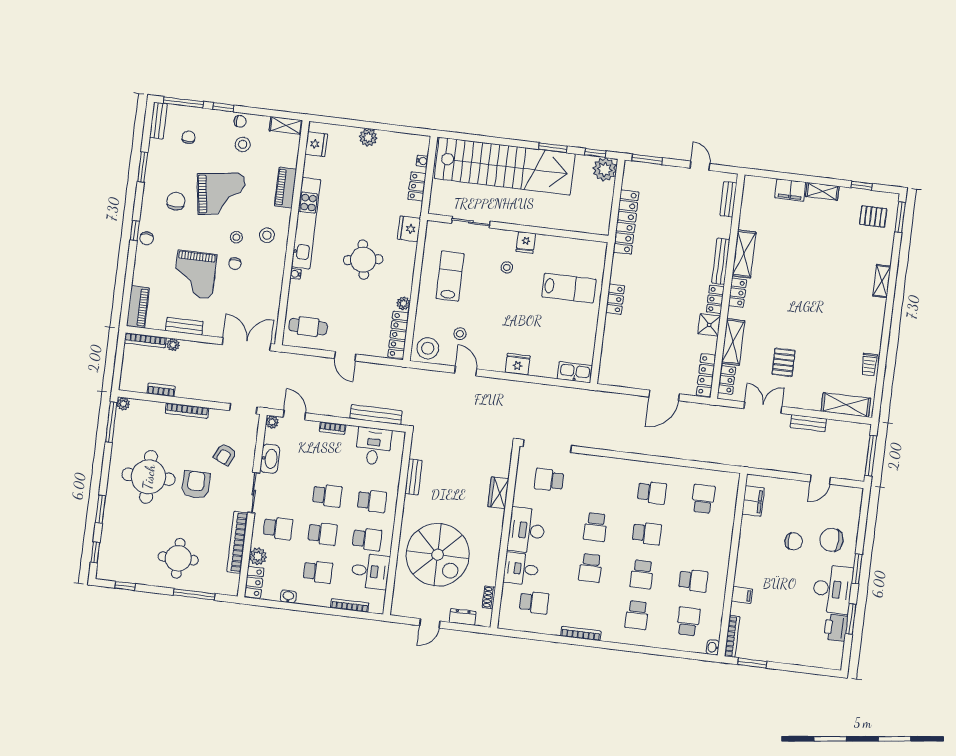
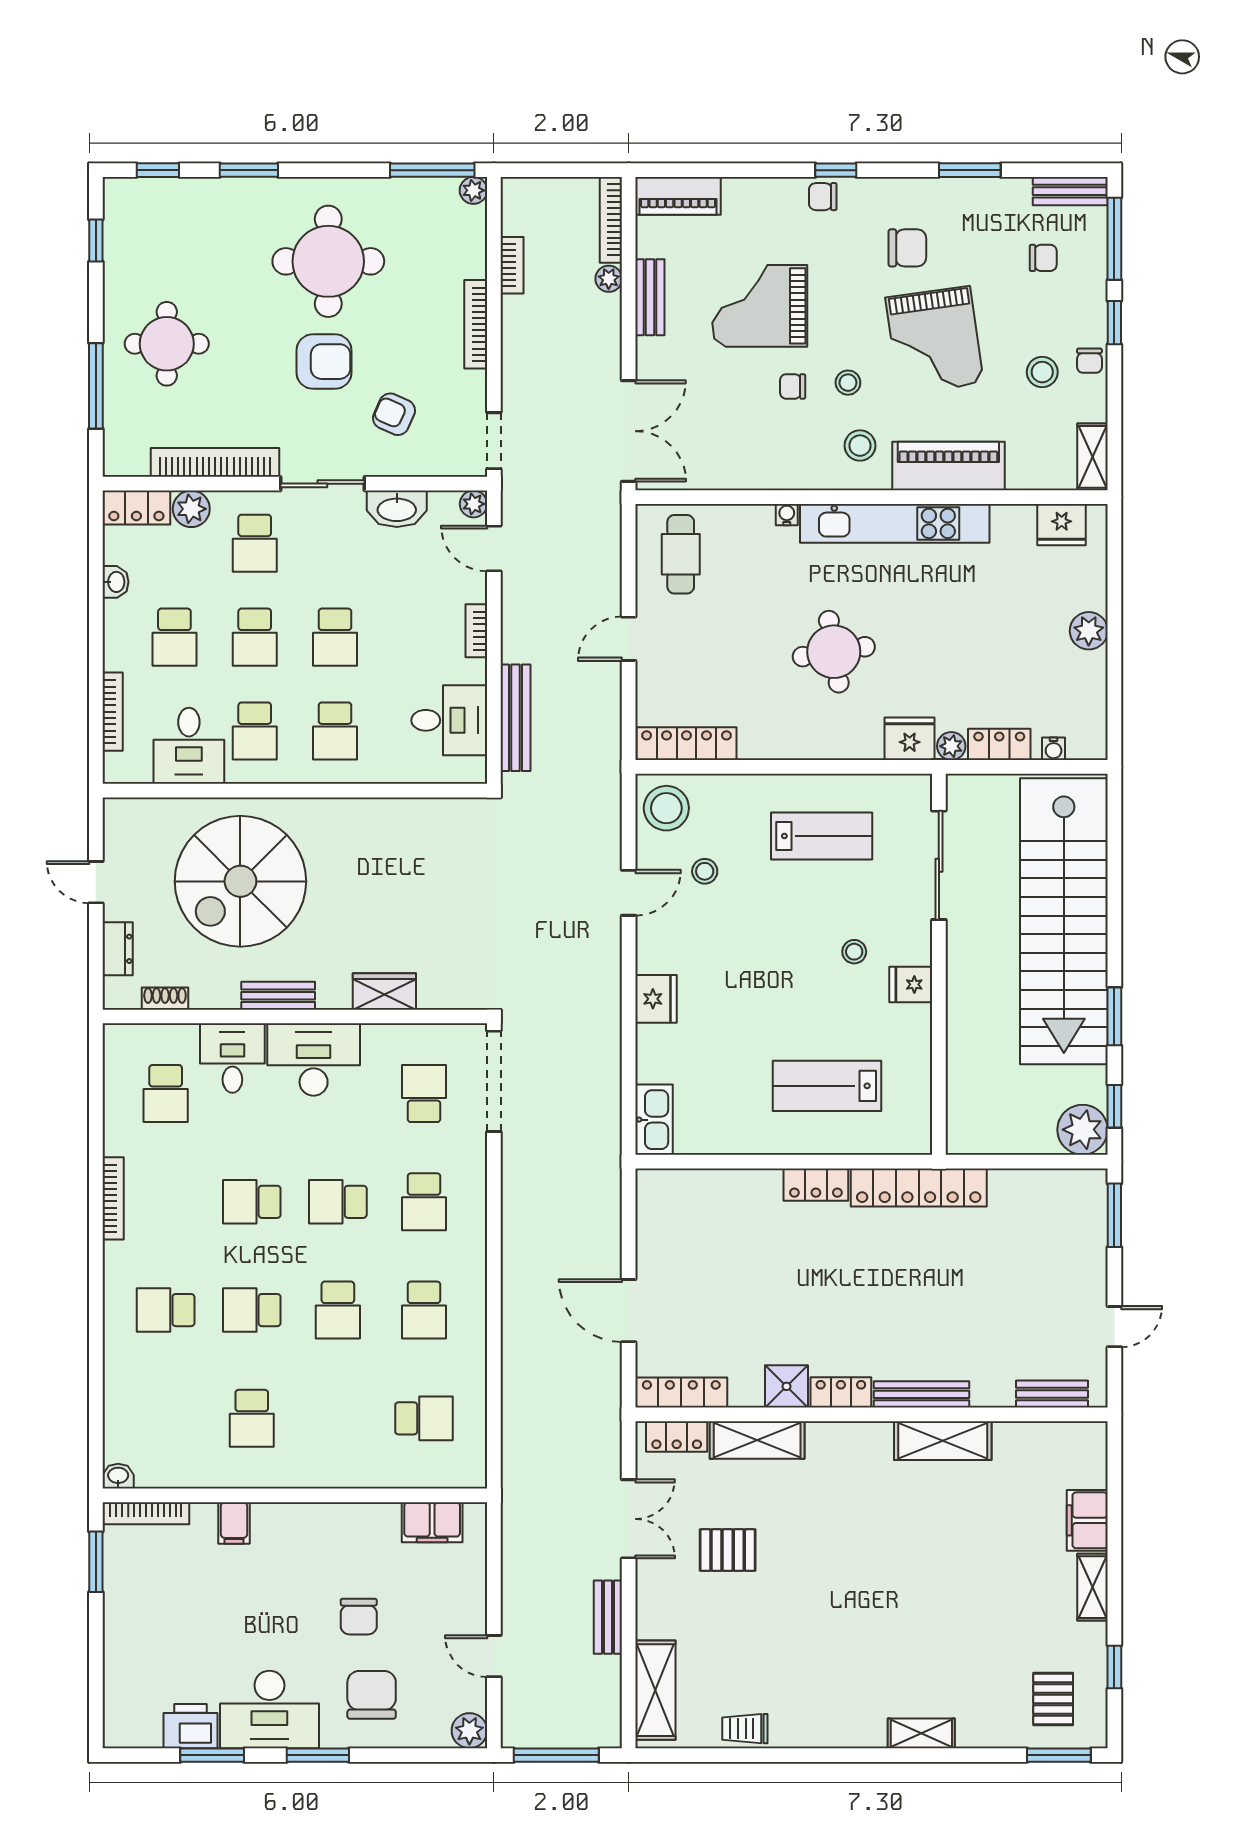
piano: (286, 188) -> (948, 466), width x1.37, depth x1.33
sliding door: (471, 222) -> (939, 865), width x1.37
locker: (626, 222) -> (919, 1187), moved
lab bench: (569, 288) -> (827, 1086), turned 90
locker: (737, 293) -> (861, 1437), removed
plant: (403, 303) -> (951, 746), moved
door: (294, 415) -> (494, 548), swing flipped
bench: (413, 477) -> (278, 996), moved
plant: (854, 495) -> (469, 1731), added
school desk: (688, 621) -> (424, 1202), moved, turned 90

